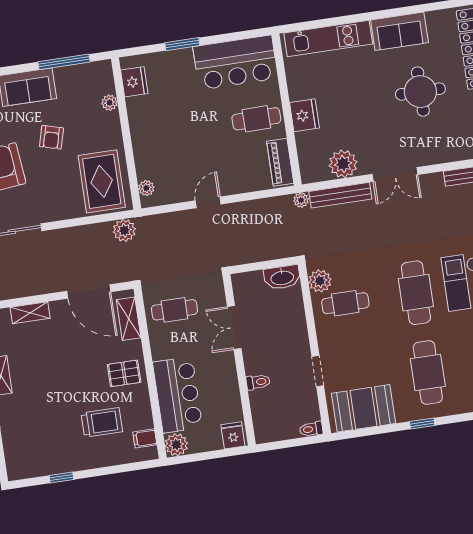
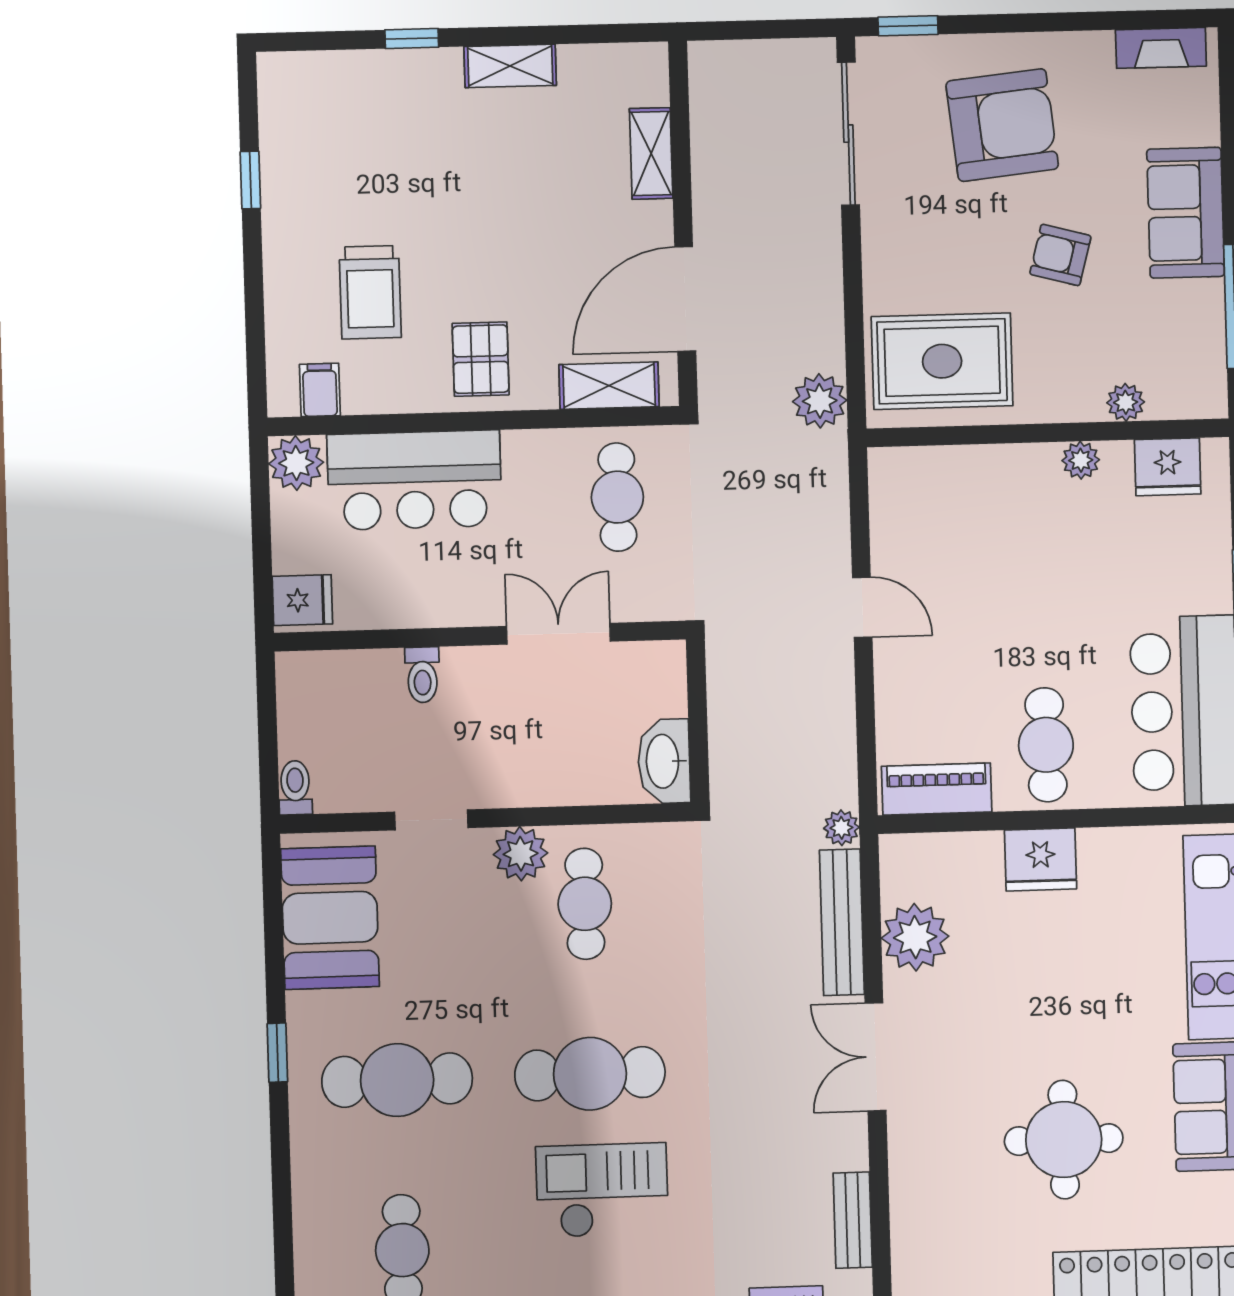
plant: (146, 188) -> (1081, 460), moved
plant: (320, 281) -> (521, 854), moved

